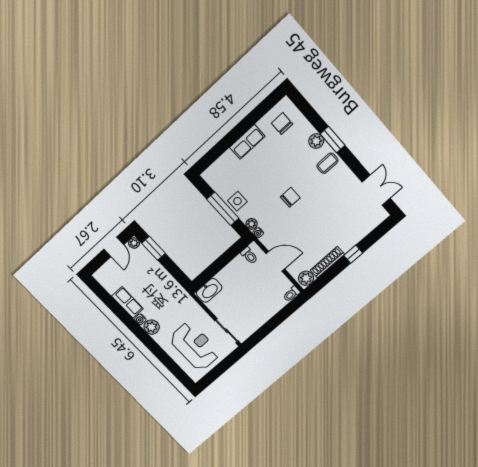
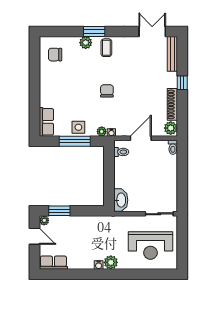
row of seats: (247, 142) -> (46, 122), moved
bench: (371, 224) -> (172, 54), added
row of seats: (127, 302) -> (53, 263), moved
reception desk: (195, 346) -> (150, 246), turned 180

